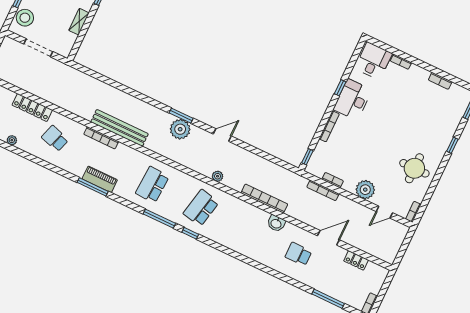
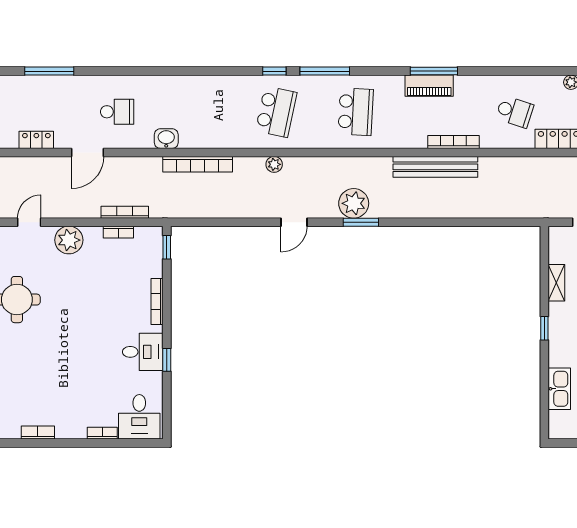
desk: (353, 100) -> (143, 352), width x0.73

